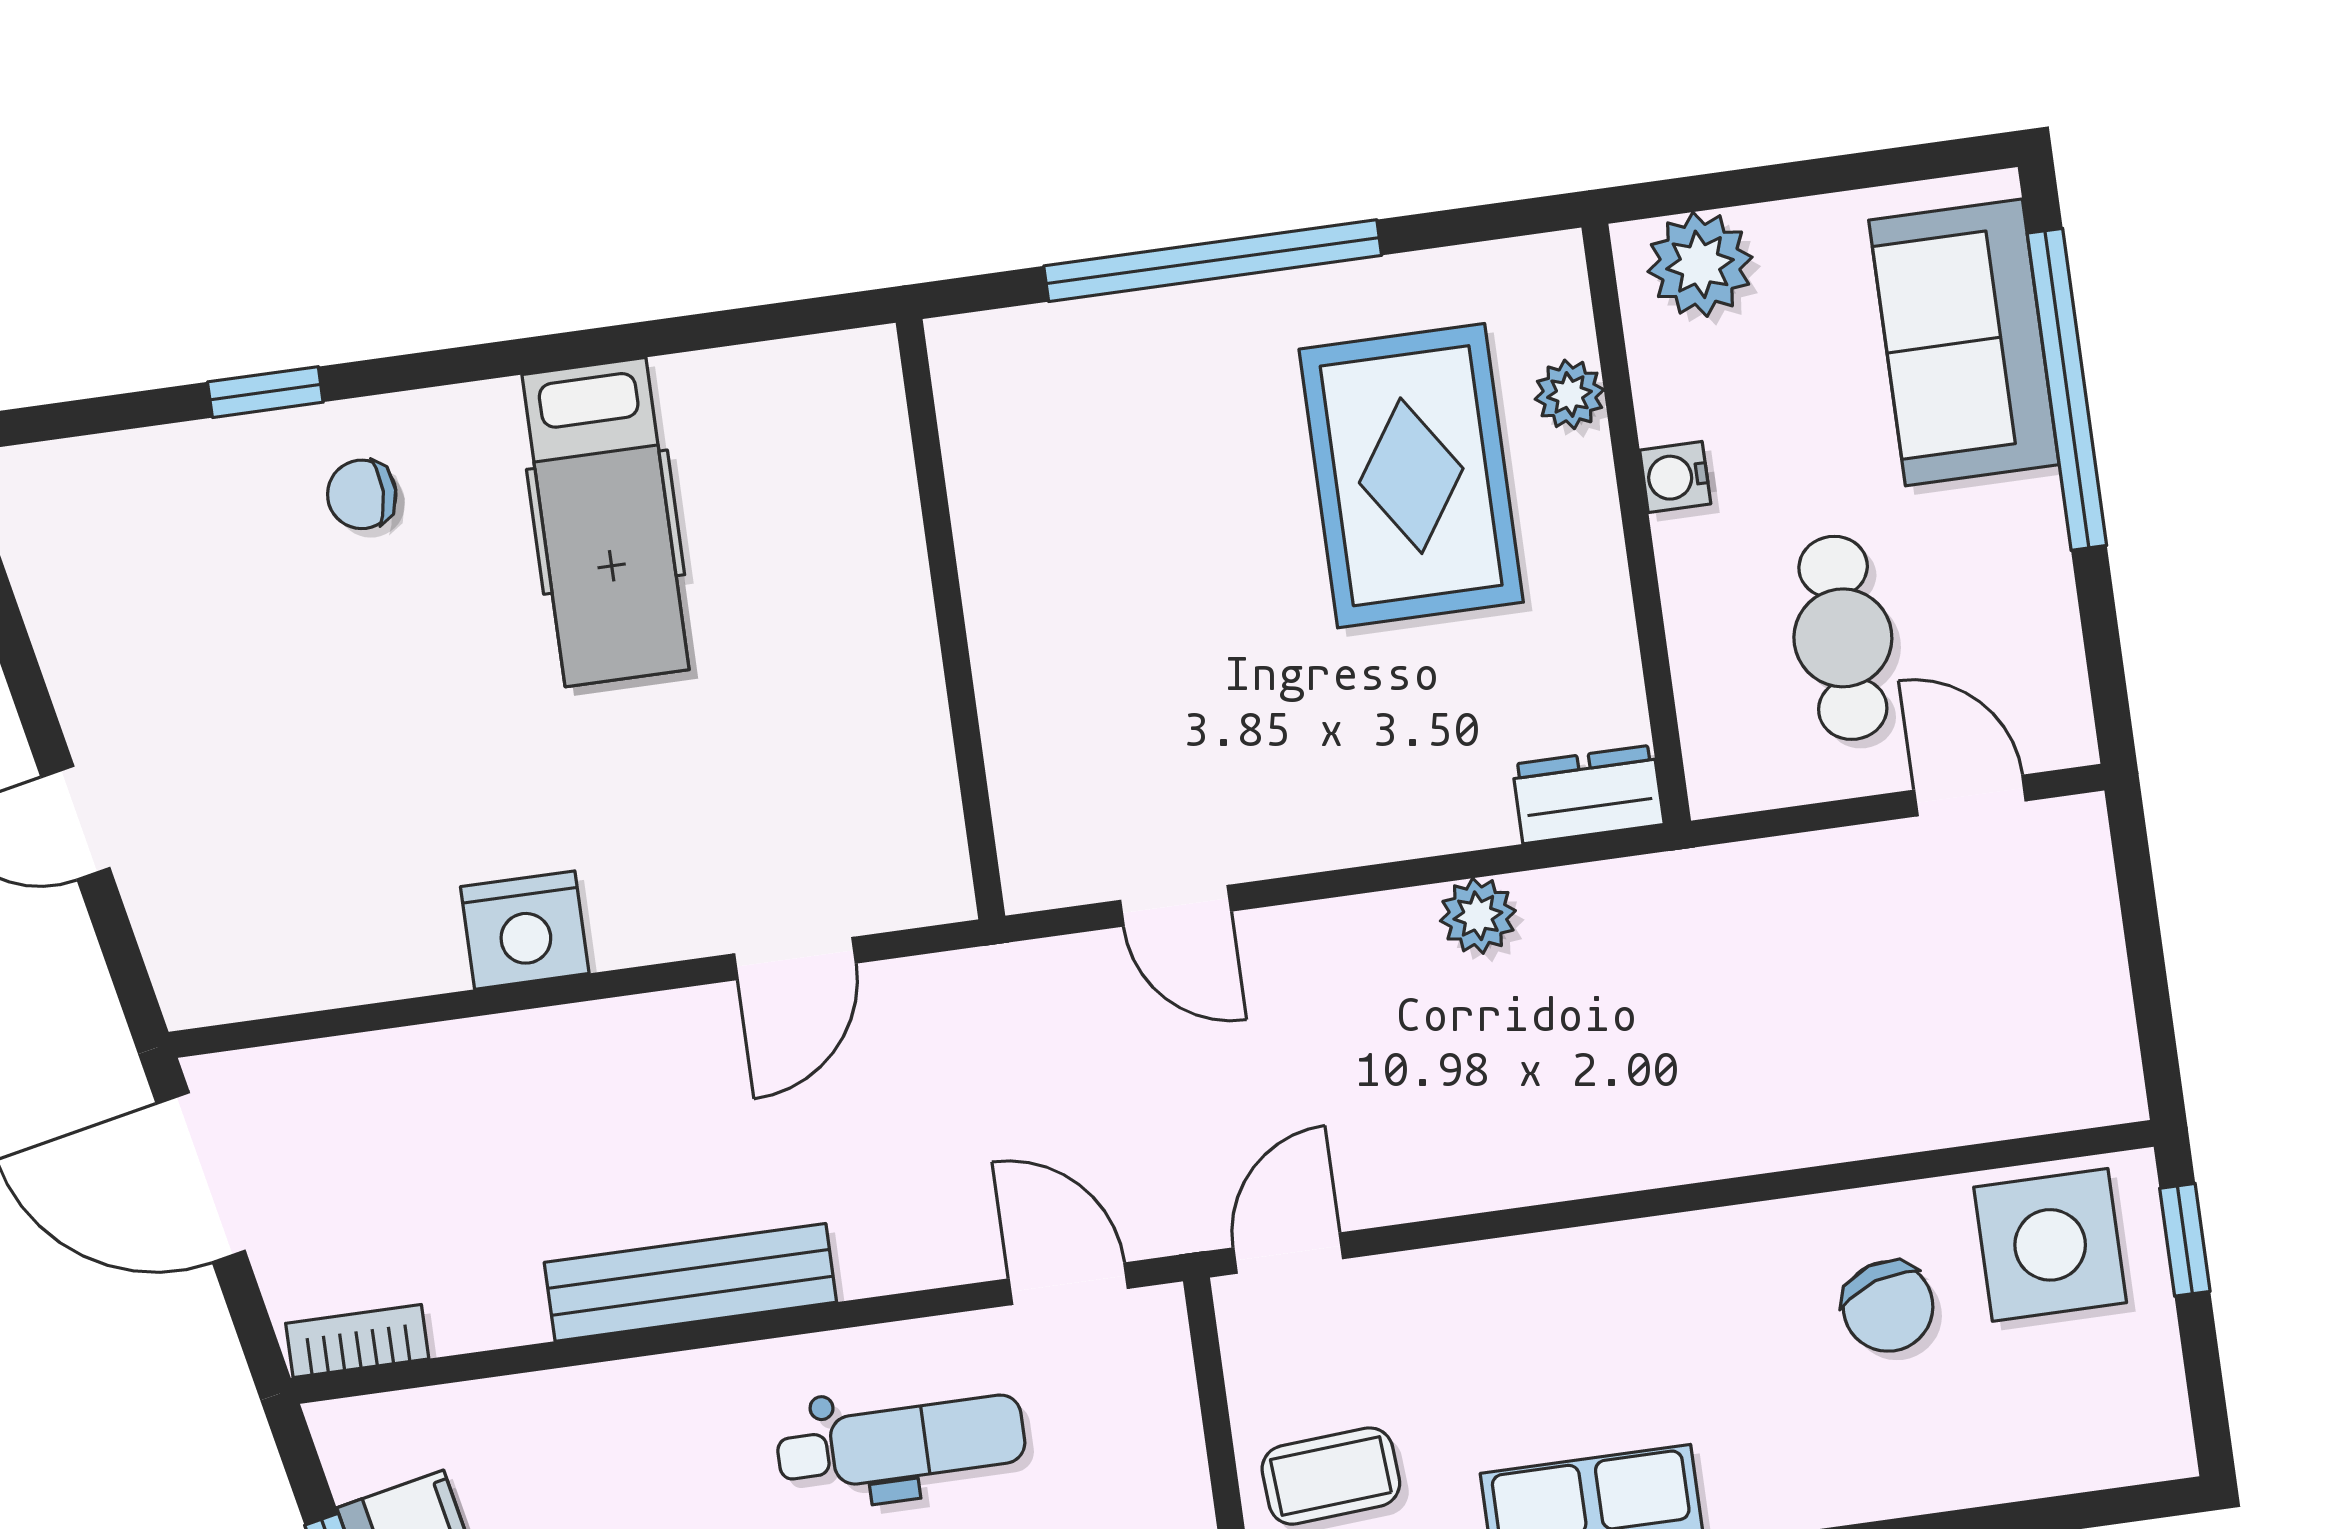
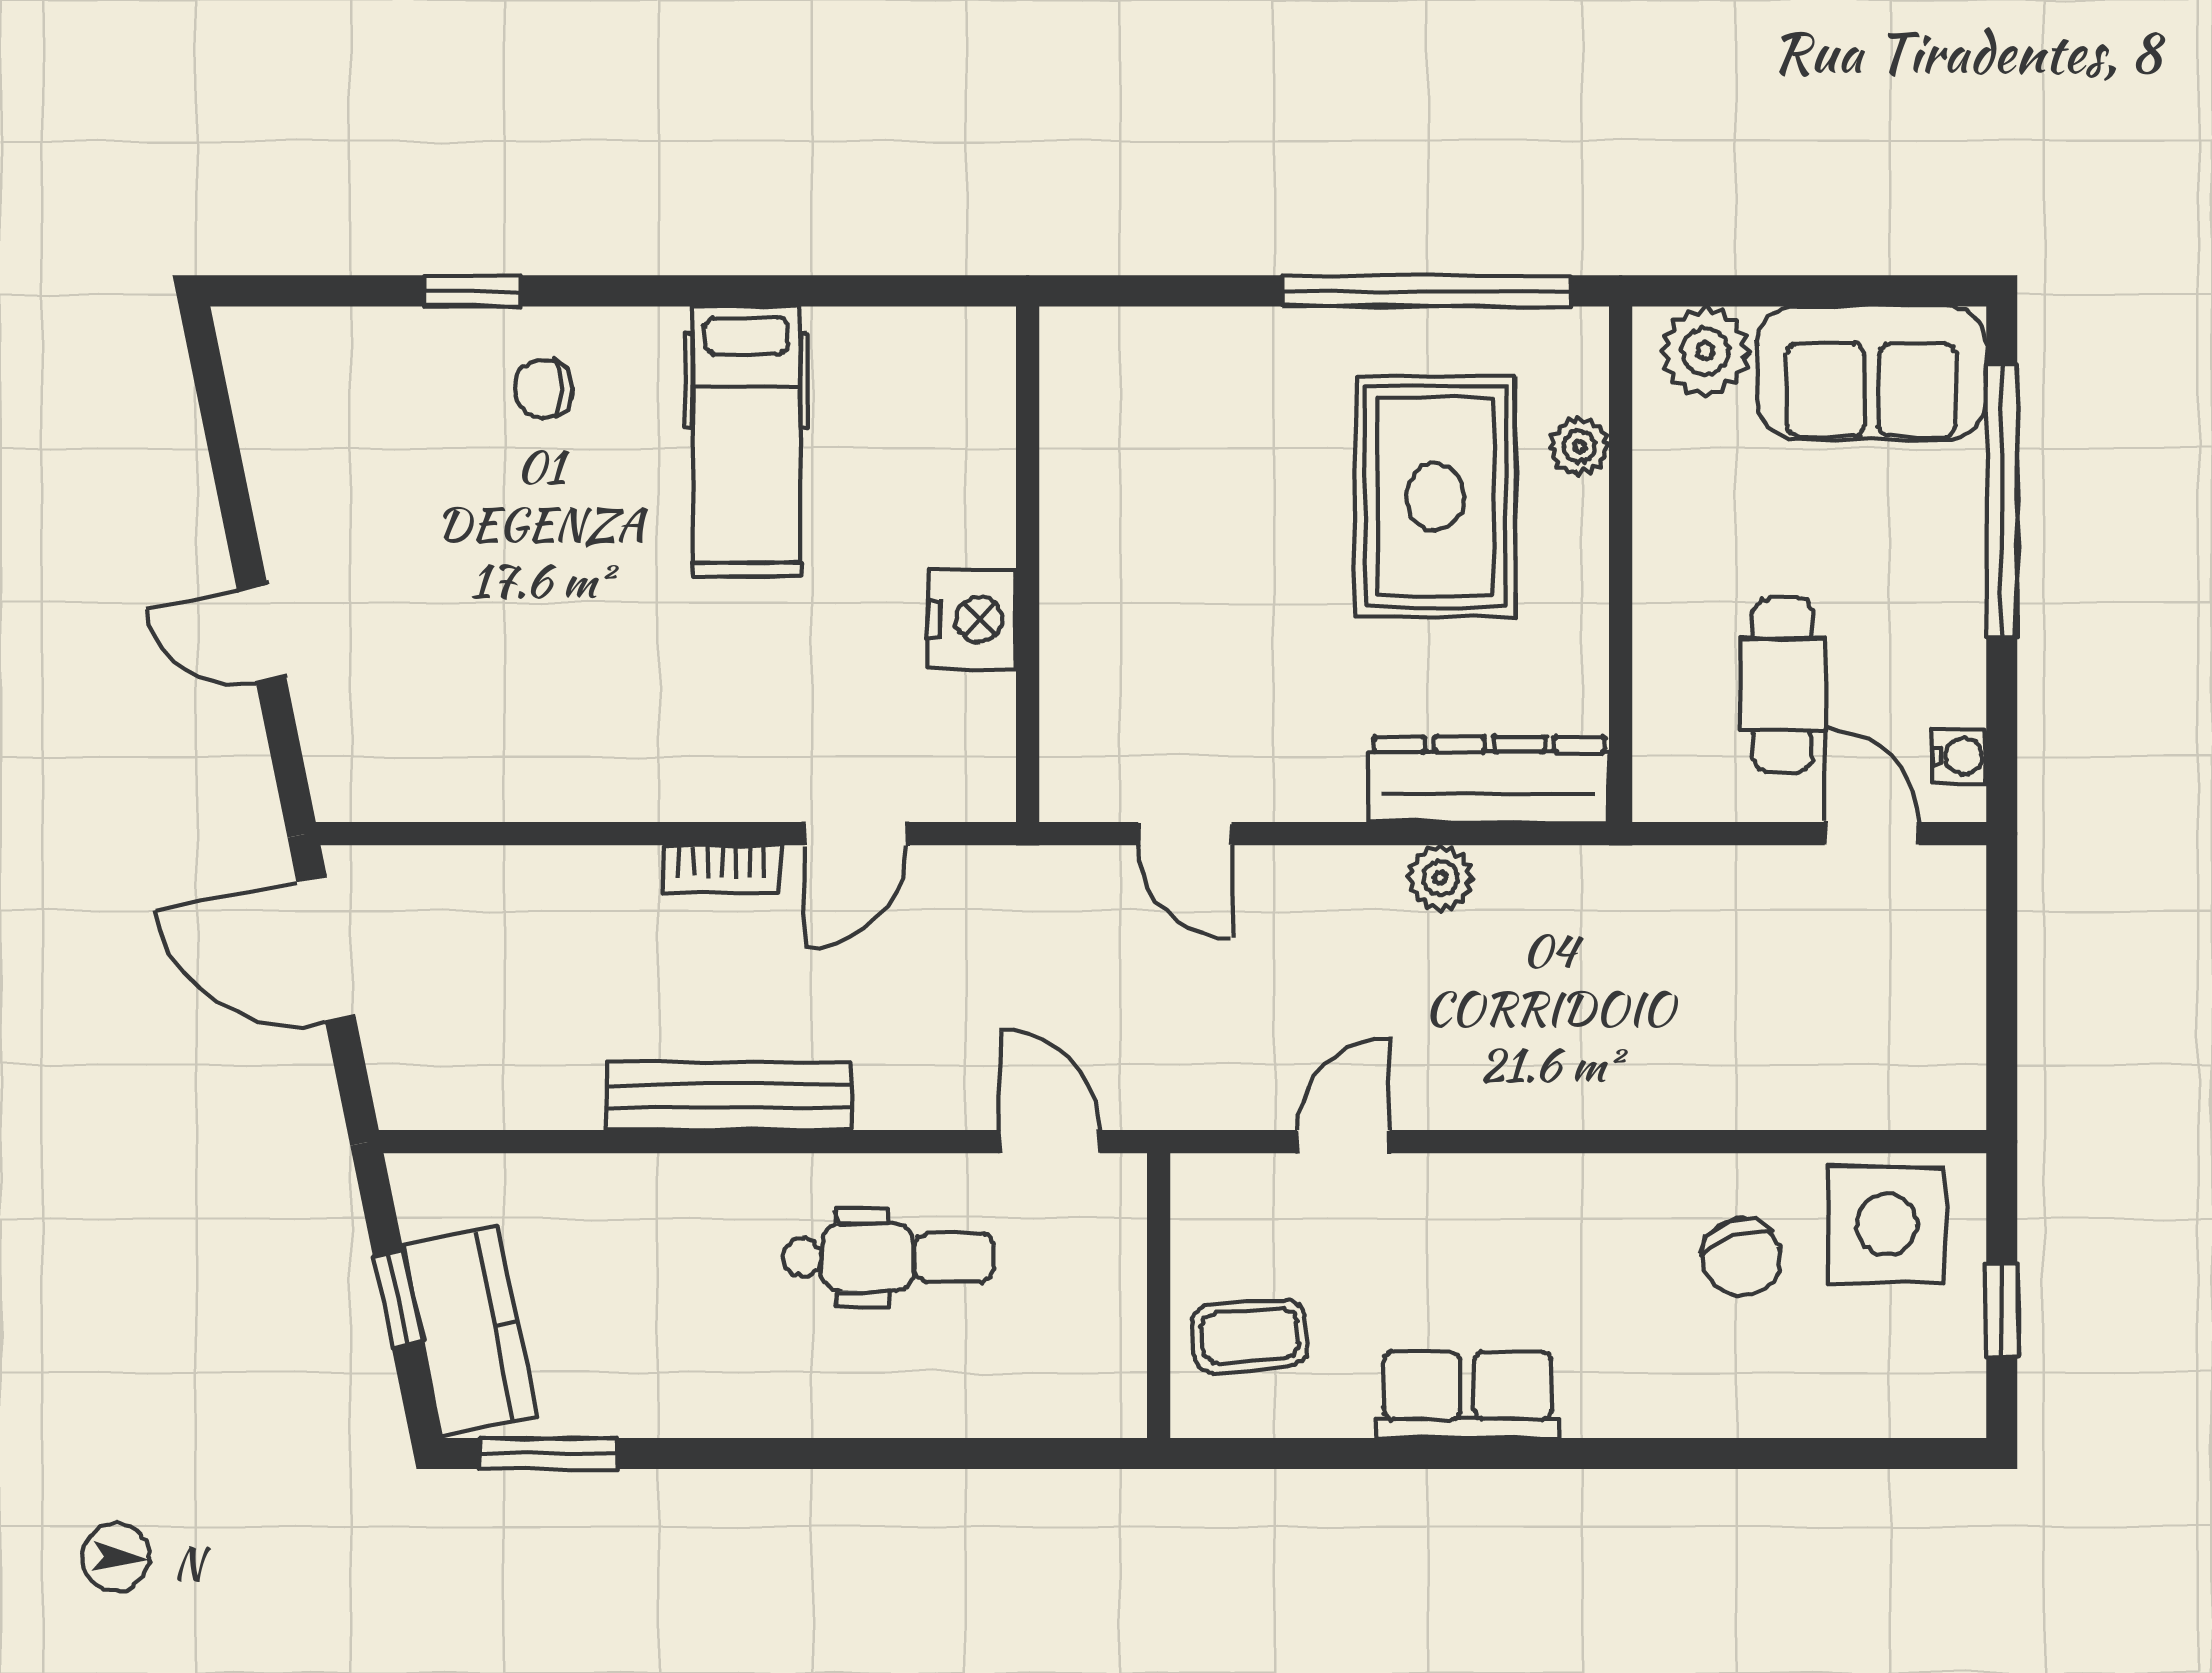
window: (1213, 261) -> (1427, 291), moved
sofa: (1964, 342) -> (1871, 373), moved, turned -90
water cooler: (1675, 477) -> (1959, 756), moved, turned 180
dresser: (1588, 794) -> (1489, 779), width x1.96, depth x1.24
nightstand: (525, 930) -> (972, 619), moved, turned -90
window: (2185, 1240) -> (2002, 1310), moved
door: (1288, 1253) -> (1343, 1142), moved
bookcase: (357, 1341) -> (721, 869), moved, turned 180

